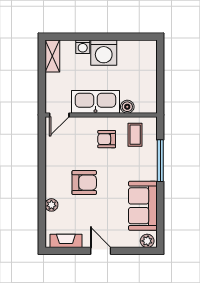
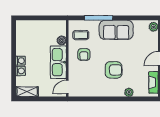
washing machine: (104, 53) -> (20, 61), width x0.53, depth x0.53
door: (59, 115) -> (67, 87), swing flipped
armchair: (84, 183) -> (114, 70), turned 90
sofa: (143, 206) -> (116, 30), moved

